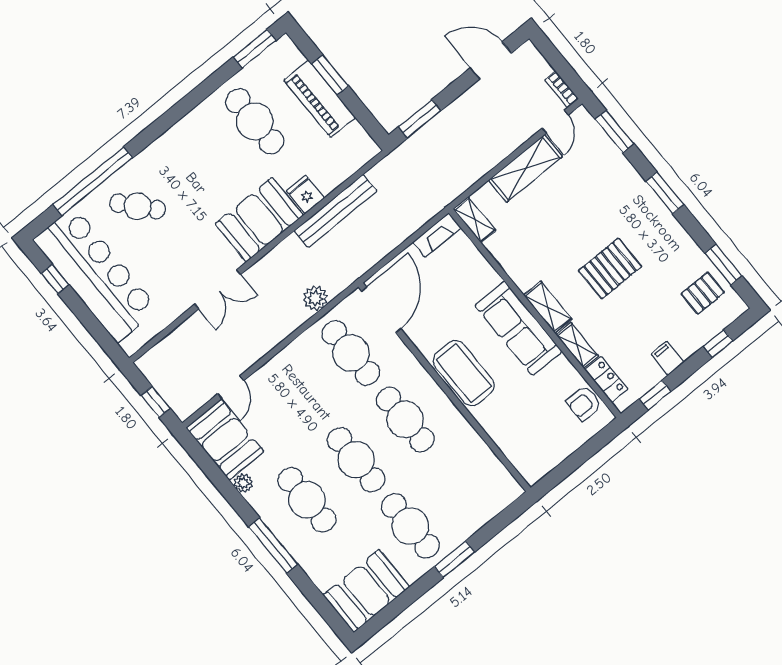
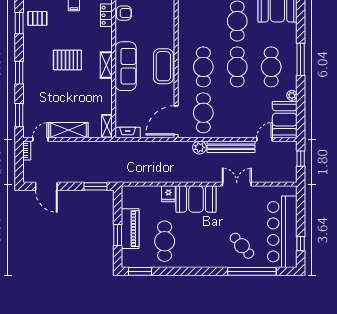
bench: (336, 211) -> (231, 147), moved
shelving: (577, 345) -> (107, 39), removed

